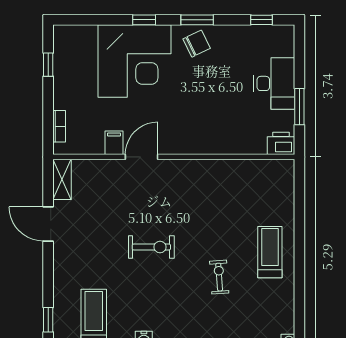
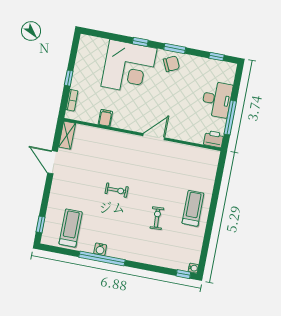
window: (48, 65) -> (69, 78), moved
window: (299, 107) -> (230, 118), width x1.44
door: (142, 157) -> (154, 137), moved
exercise bike: (151, 247) -> (117, 190), width x0.73, depth x0.72

